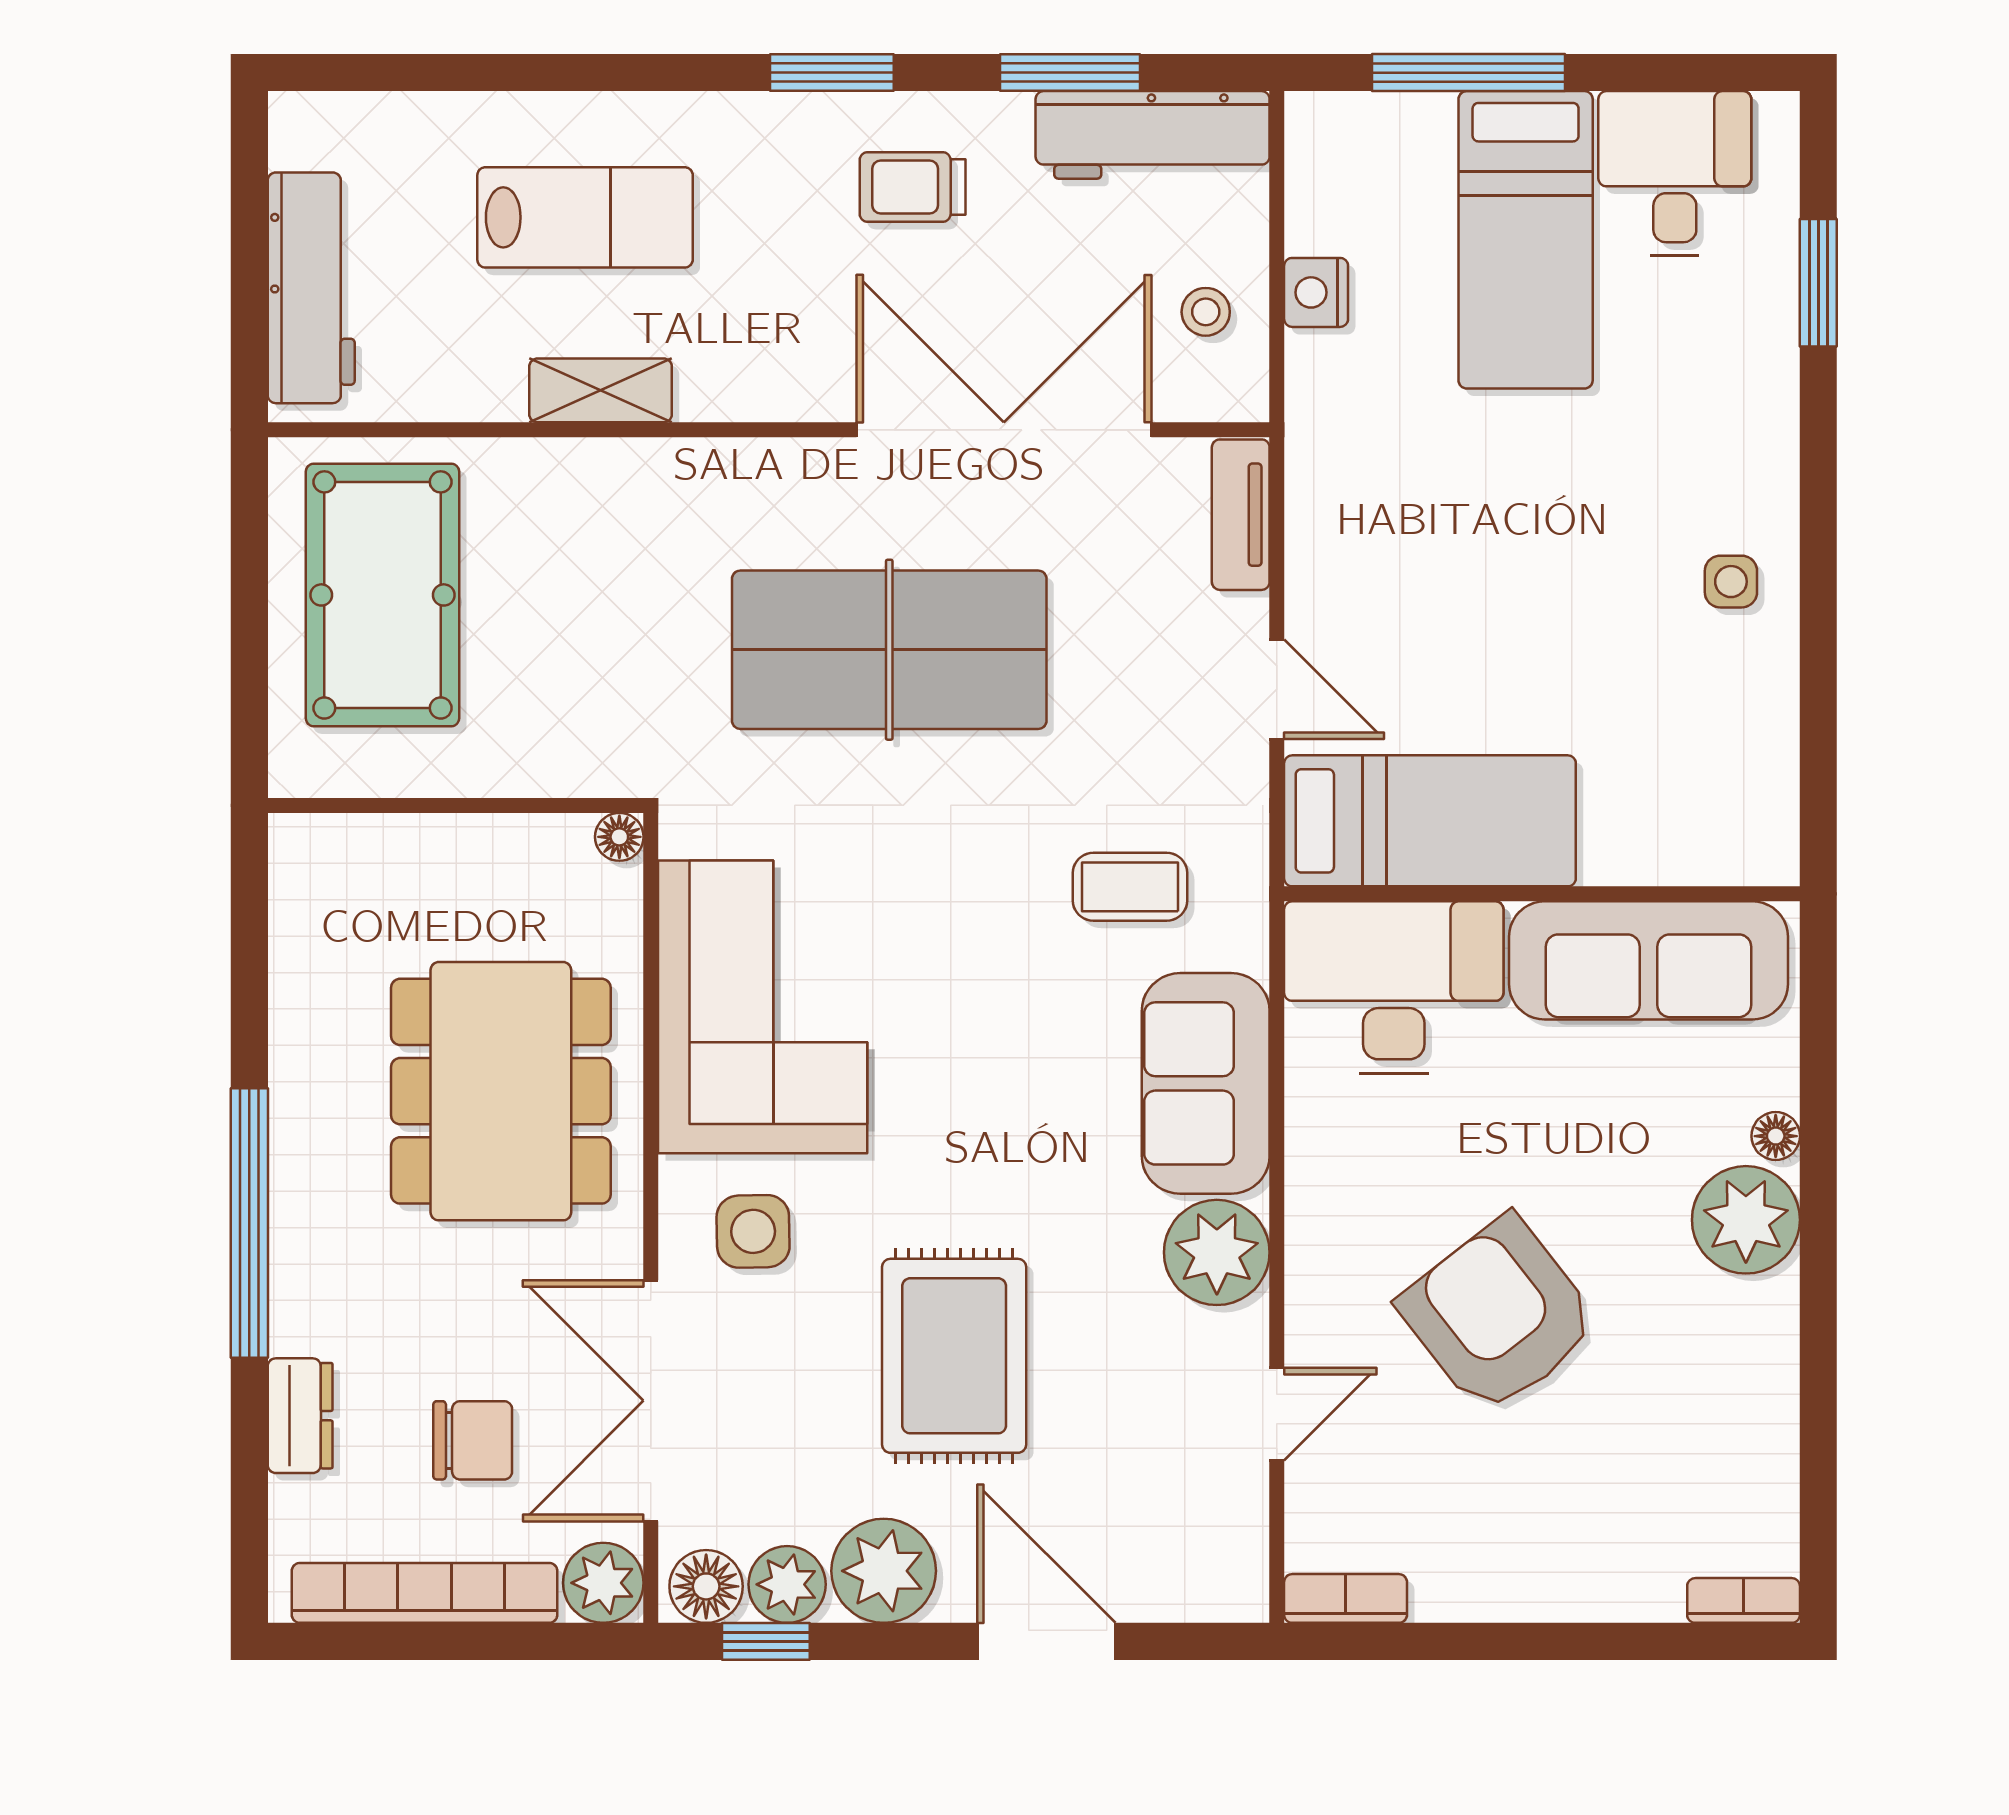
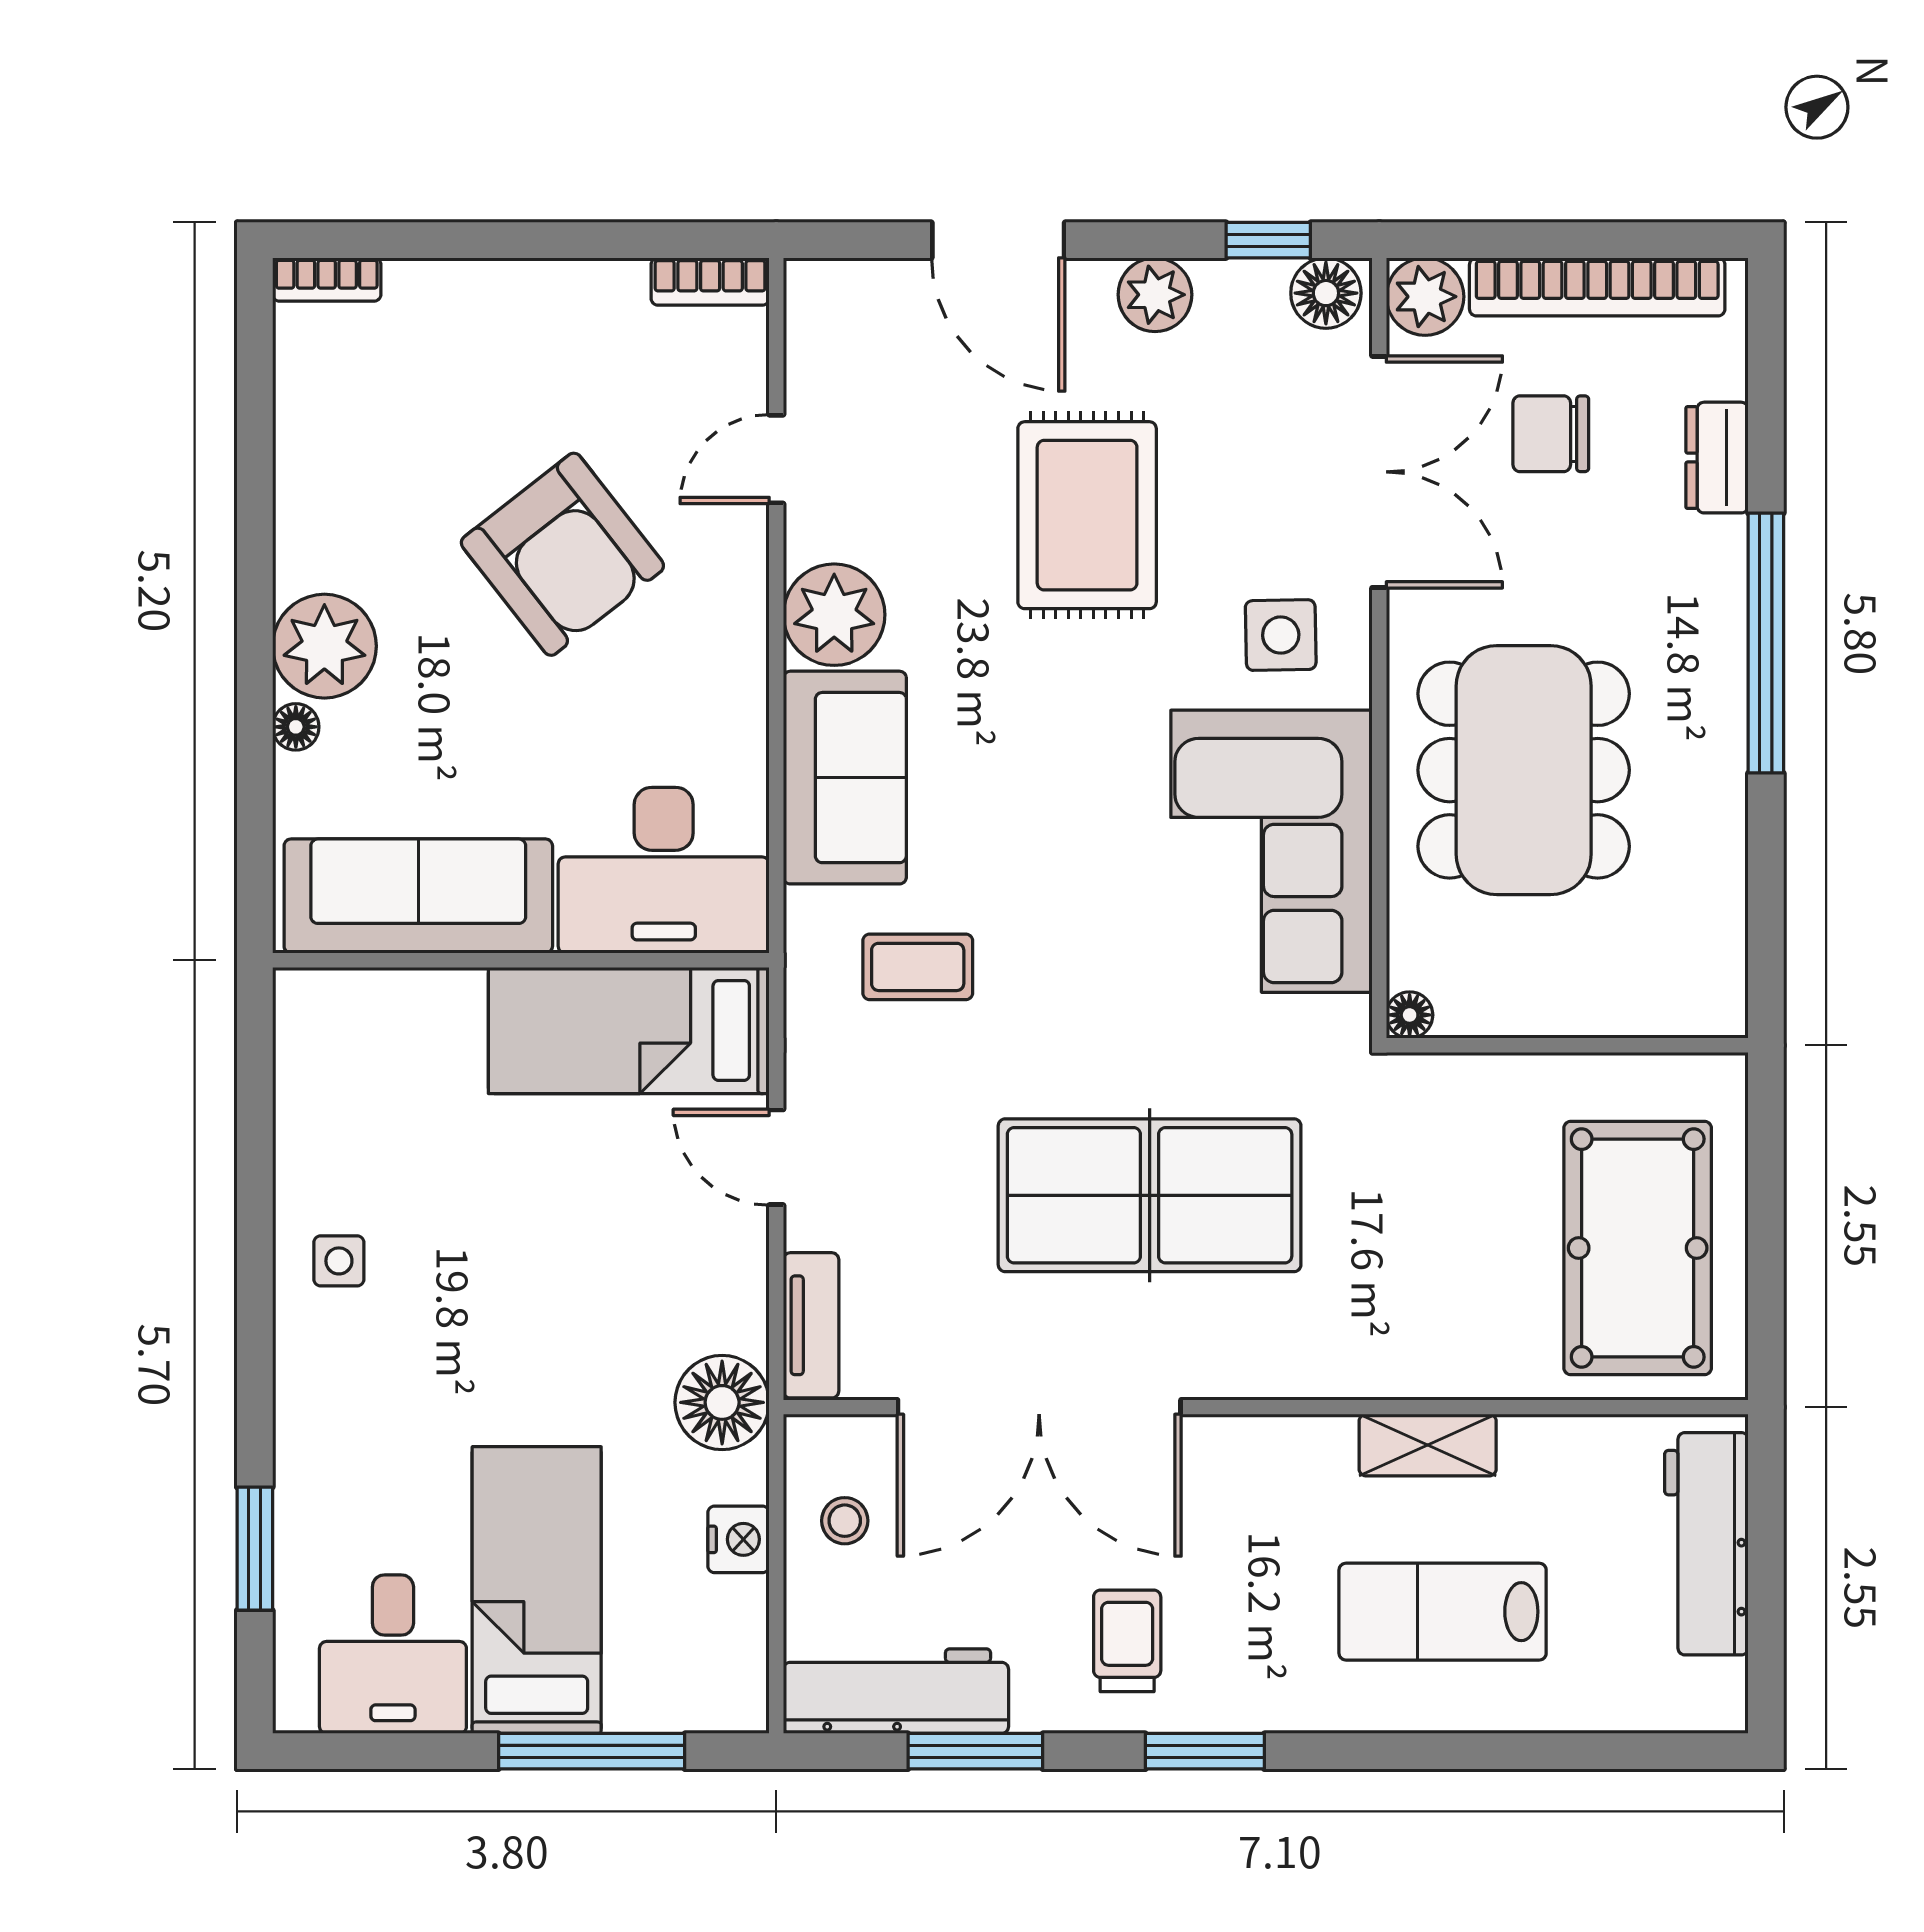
trolley: (913, 187) -> (1127, 1641), turned -90
floor lamp: (1333, 435) -> (722, 1402), added
plant: (884, 1571) -> (1155, 295), width x0.73, depth x0.73
plant: (787, 1584) -> (1248, 295), removed

